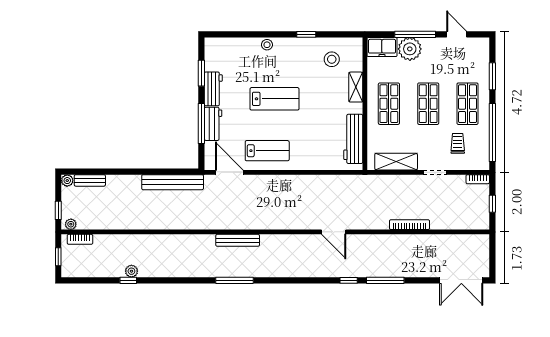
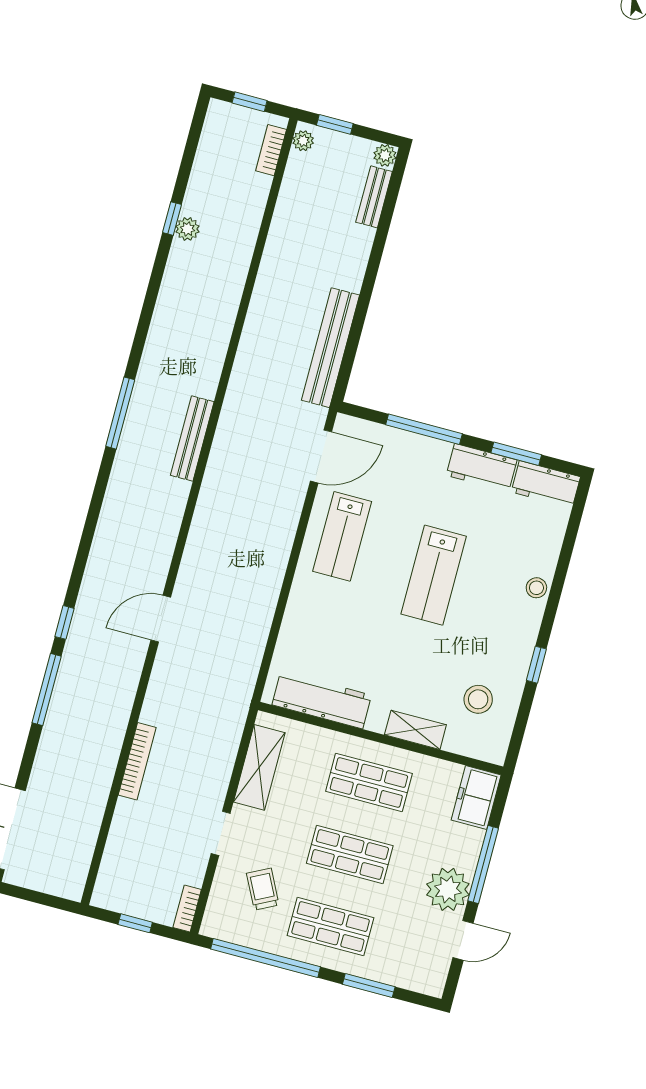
plant: (410, 49) -> (448, 889), moved
workbench: (213, 124) -> (546, 484), moved
trolley: (458, 143) -> (263, 889), turned -117

